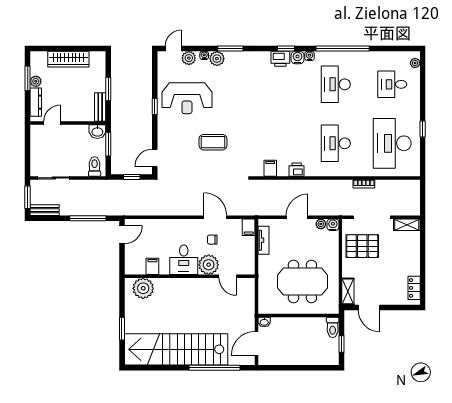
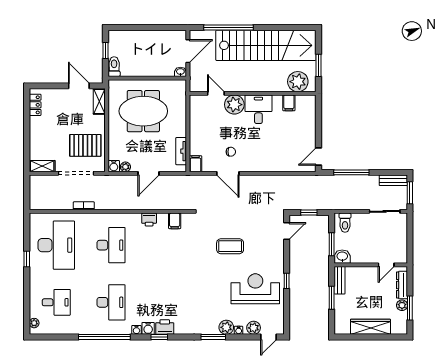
desk: (184, 260) -> (258, 109), moved
plant: (209, 265) -> (234, 105), moved
filing cabinet: (152, 266) -> (289, 103), moved
wall: (190, 276) -> (253, 93), moved
door: (228, 276) -> (216, 93), moved
plant: (143, 288) -> (298, 82), moved

